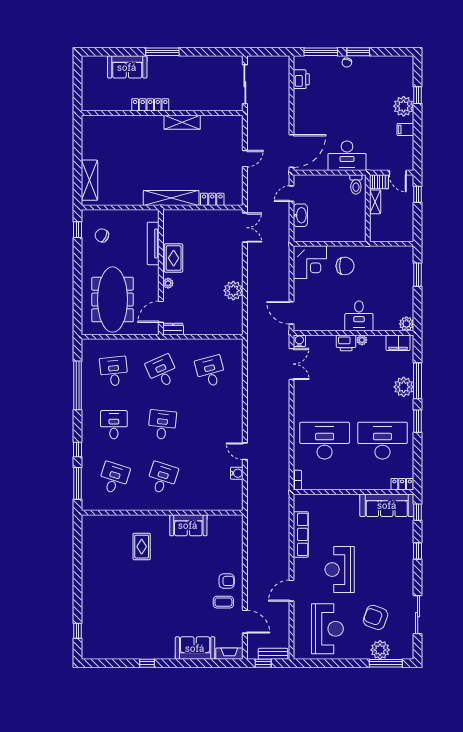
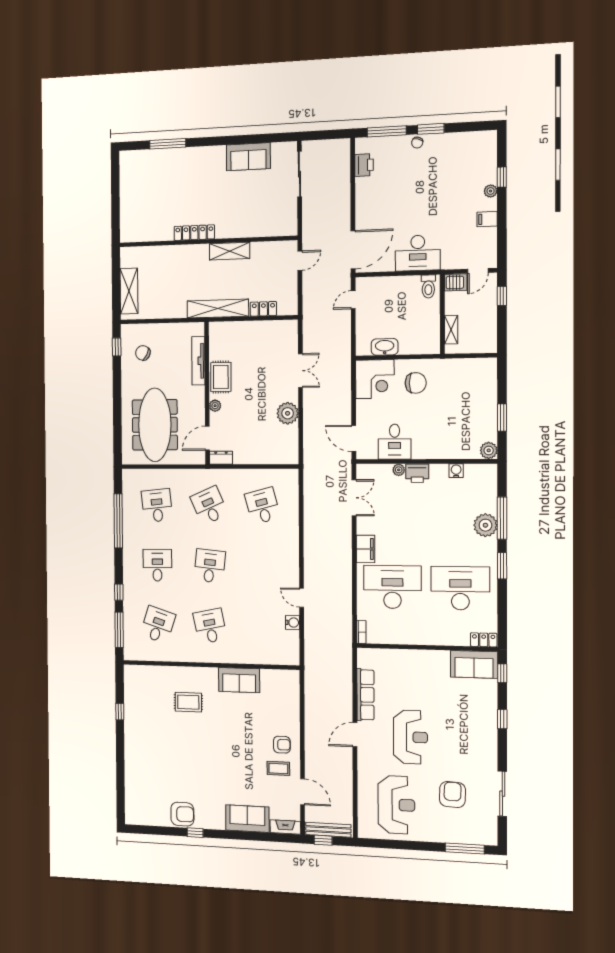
window: (162, 52) -> (168, 144), moved
sofa: (127, 67) -> (248, 157), moved
locker: (150, 105) -> (194, 233), moved
plant: (404, 106) -> (491, 191), width x0.53, depth x0.53
wall: (162, 113) -> (207, 241), moved
shelving: (182, 122) -> (230, 251), moved
door: (398, 173) -> (478, 271), hinge flipped
shelving: (375, 202) -> (451, 330), moved
washbasin: (300, 215) -> (385, 347), moved, turned -90
double door: (245, 228) -> (300, 371), moved
window: (418, 275) -> (502, 418), moved
desk: (359, 316) -> (395, 442), moved
plant: (362, 340) -> (399, 470), moved
water cooler: (299, 341) -> (456, 471), moved
filing cabinet: (398, 343) -> (365, 549), moved, turned -90
desk: (162, 478) -> (210, 626), turned -30
sofa: (387, 505) -> (474, 664), width x0.73
rug: (142, 547) -> (188, 702), turned 90
reception desk: (340, 570) -> (410, 737), turned 180
door: (291, 591) -> (355, 735), moved
armchair: (375, 617) -> (452, 795), turned 72
window: (77, 631) -> (120, 712), moved
armchair: (135, 647) -> (182, 814), added
plant: (380, 650) -> (458, 832), removed
bench: (273, 654) -> (328, 830), width x1.36

